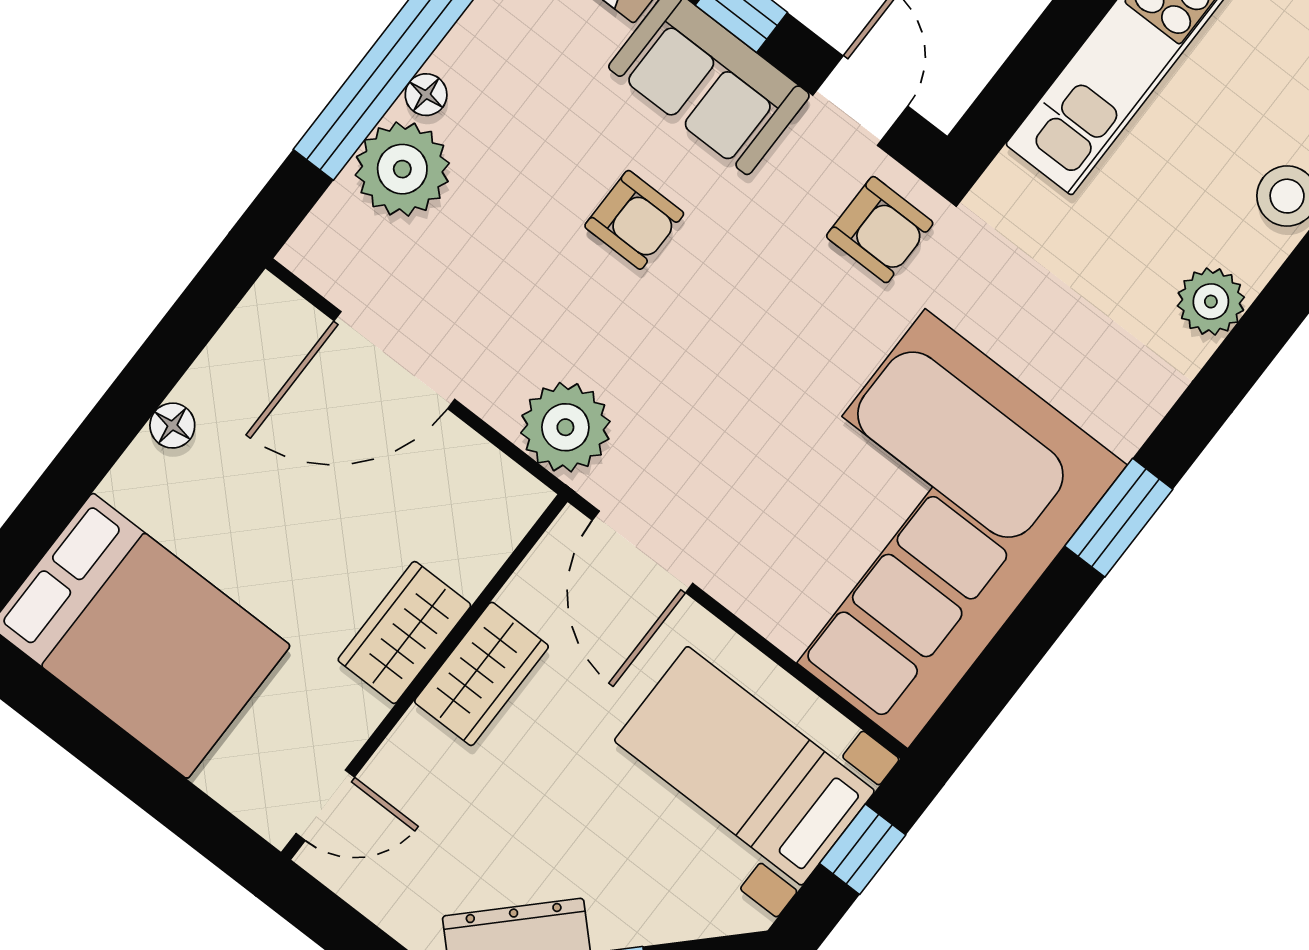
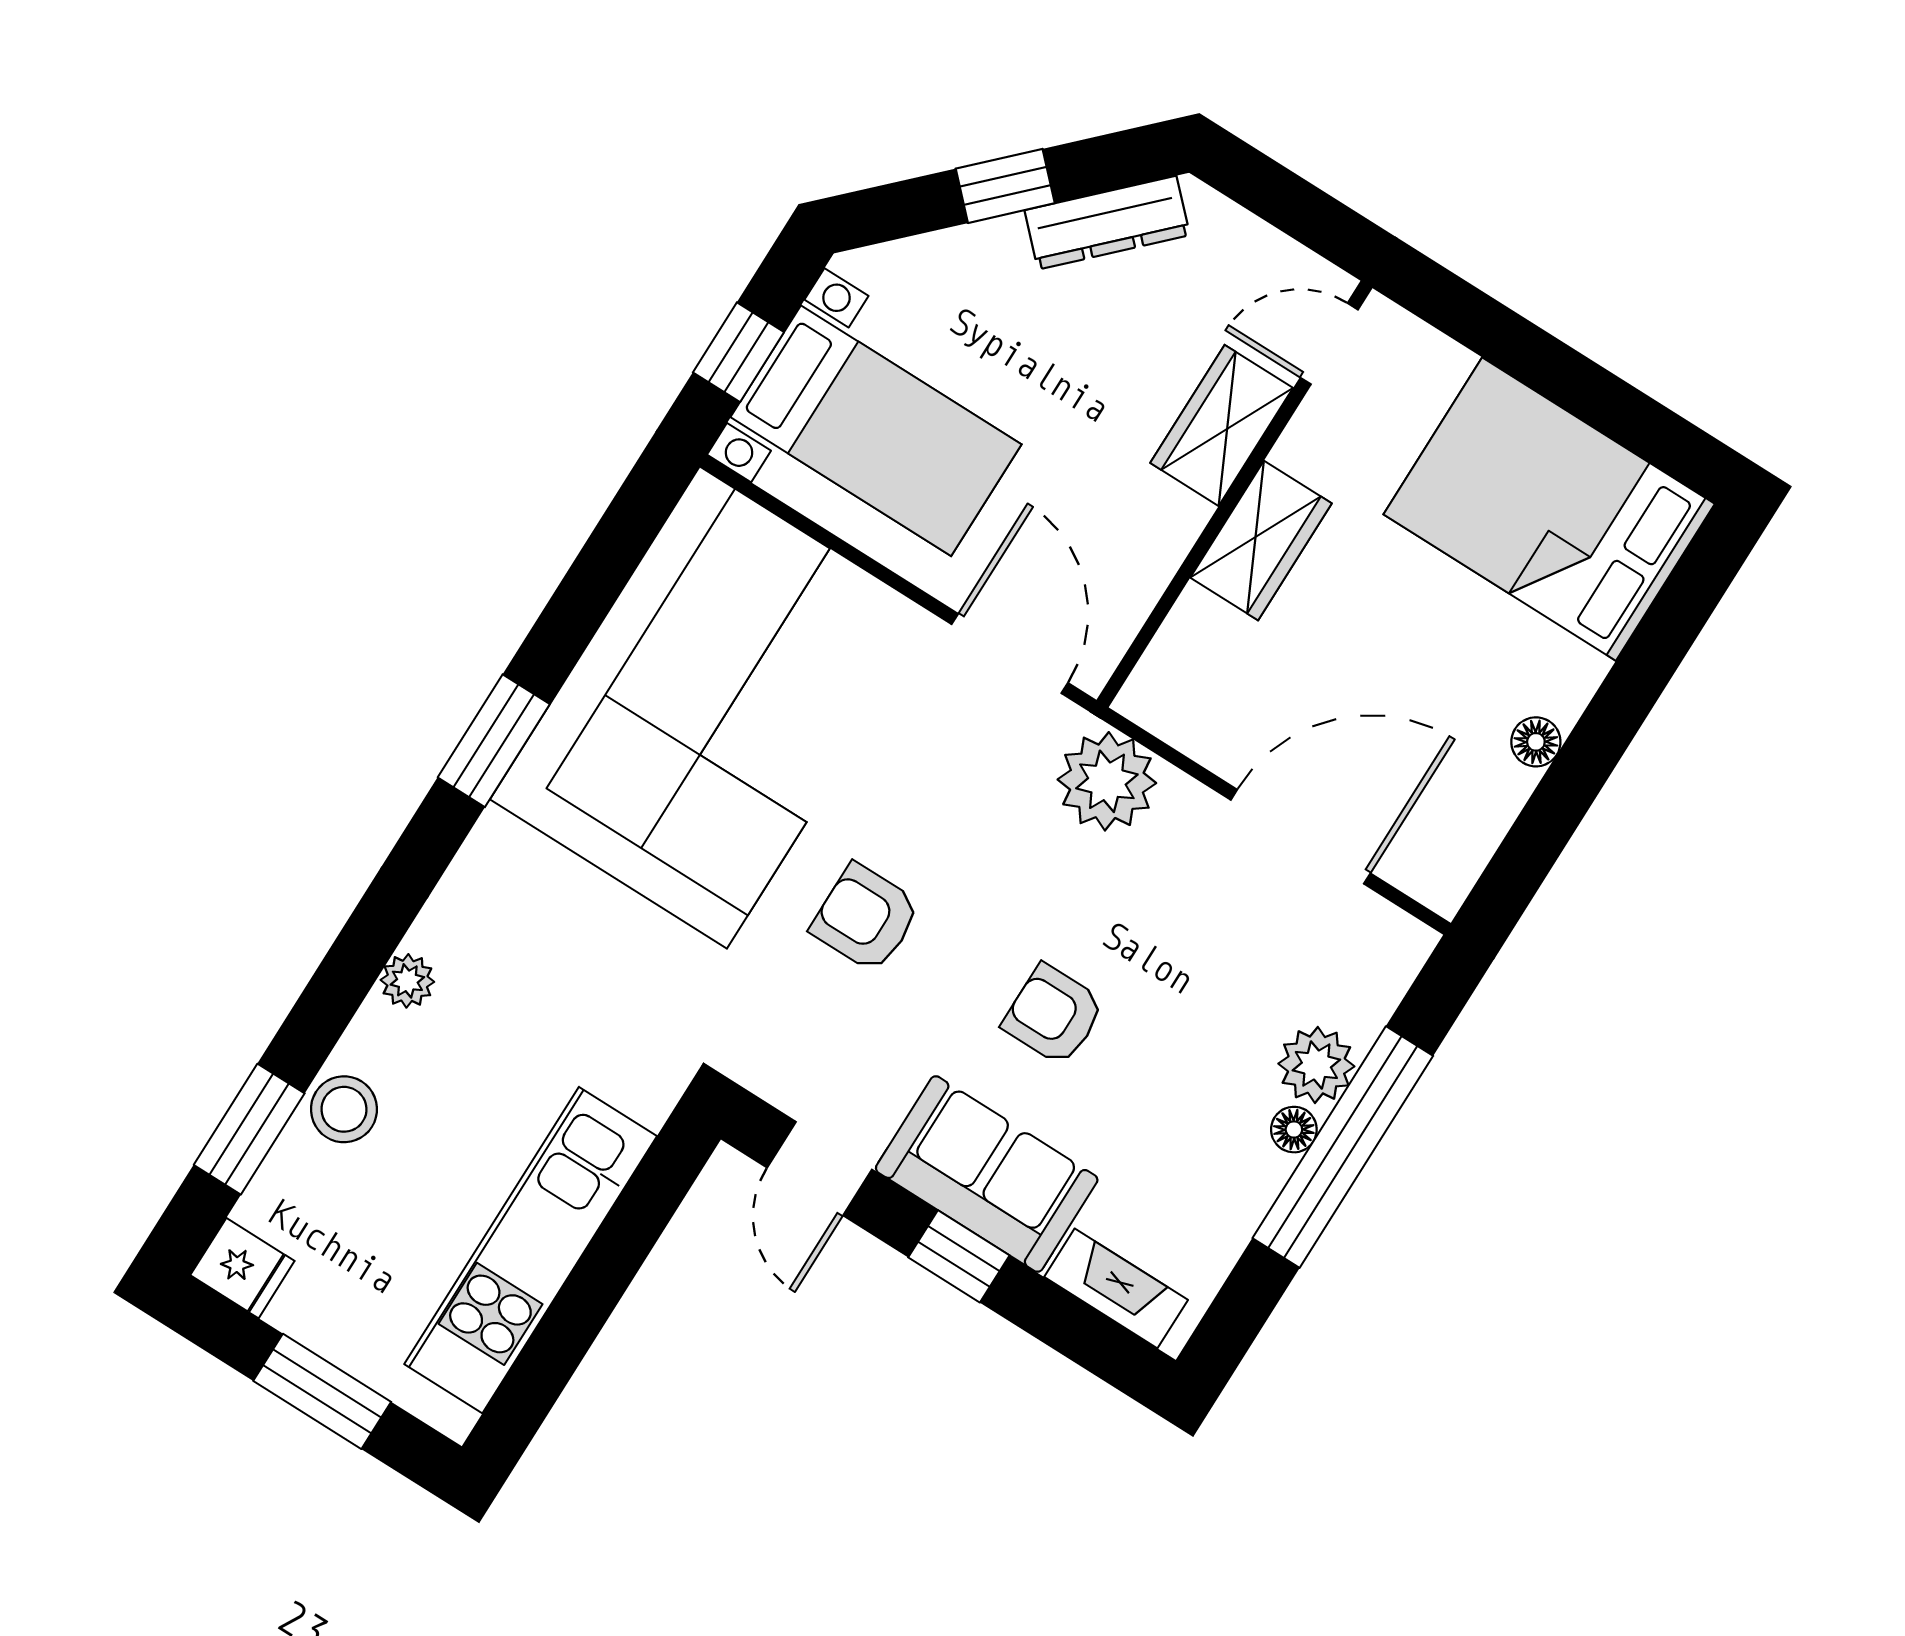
plant: (402, 169) -> (1316, 1065), width x0.73, depth x0.73
armchair: (880, 230) -> (866, 918), moved
plant: (1211, 302) -> (407, 981), width x0.73, depth x0.73
wardrobe: (481, 674) -> (1222, 425), moved

